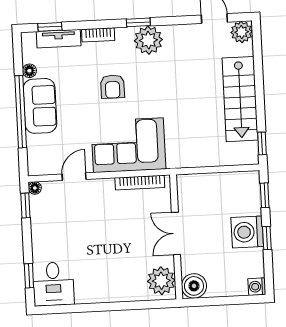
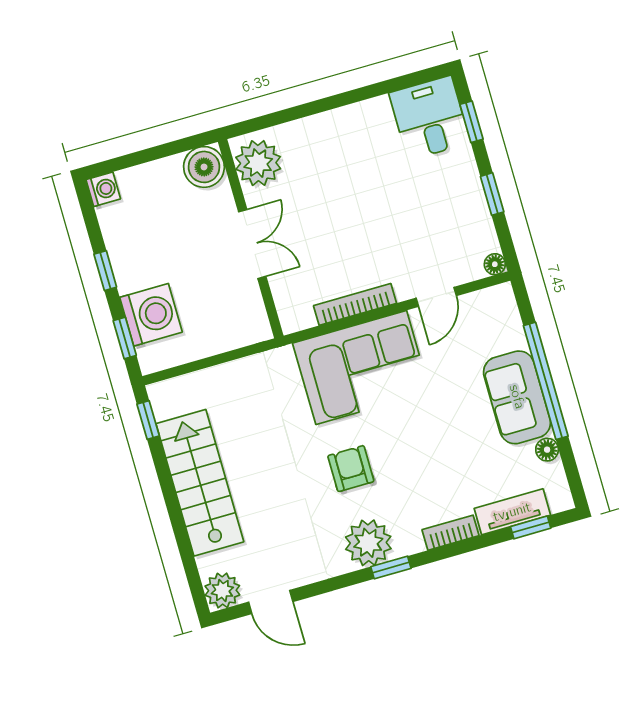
armchair: (112, 87) -> (351, 469), moved
bookcase: (140, 183) -> (355, 304), moved
window: (25, 205) -> (492, 194), moved
washing machine: (247, 232) -> (151, 315), moved

